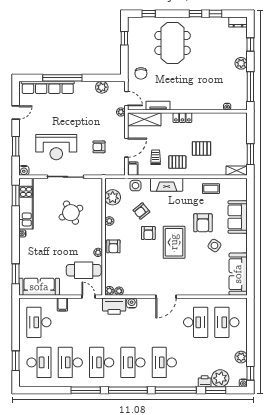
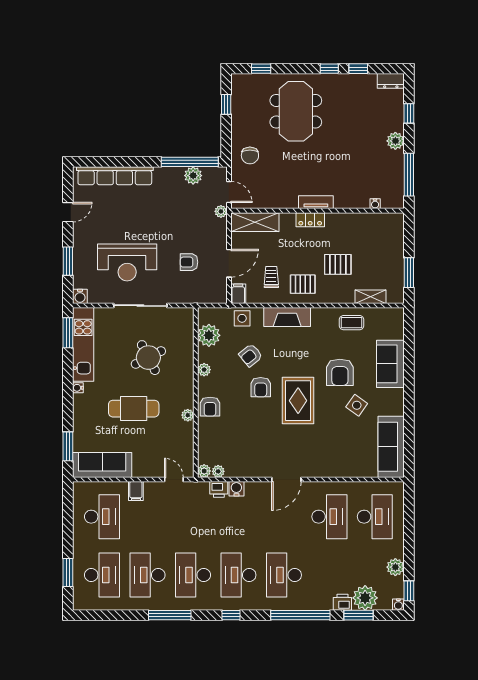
window: (62, 78) -> (190, 162), moved
tv unit: (158, 106) -> (316, 202), moved
shelving: (237, 171) -> (371, 297), moved
cafe table: (84, 270) -> (134, 409), moved
printer: (114, 306) -> (219, 489), width x0.53, depth x0.68
desk: (39, 322) -> (102, 517), turned 180
desk: (227, 322) -> (375, 517), turned 180
window: (128, 390) -> (231, 615), width x0.32

